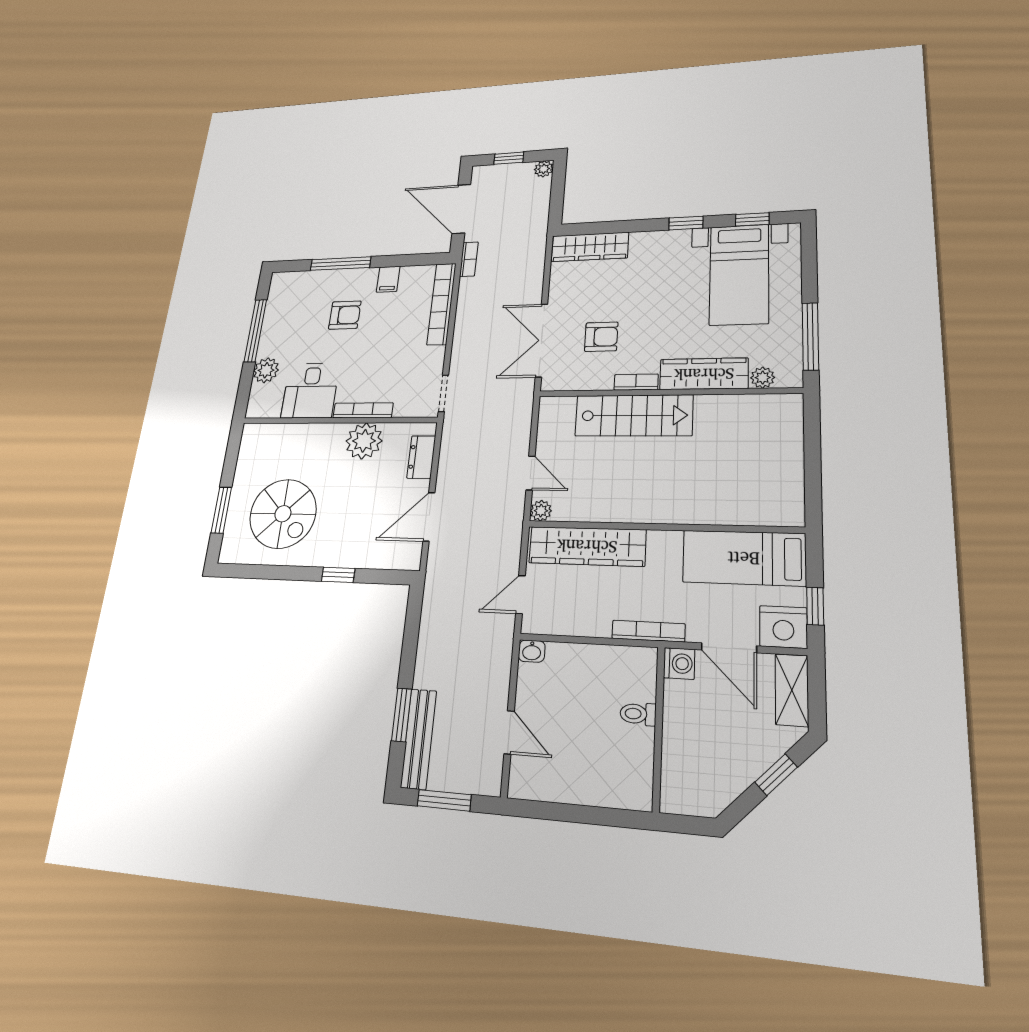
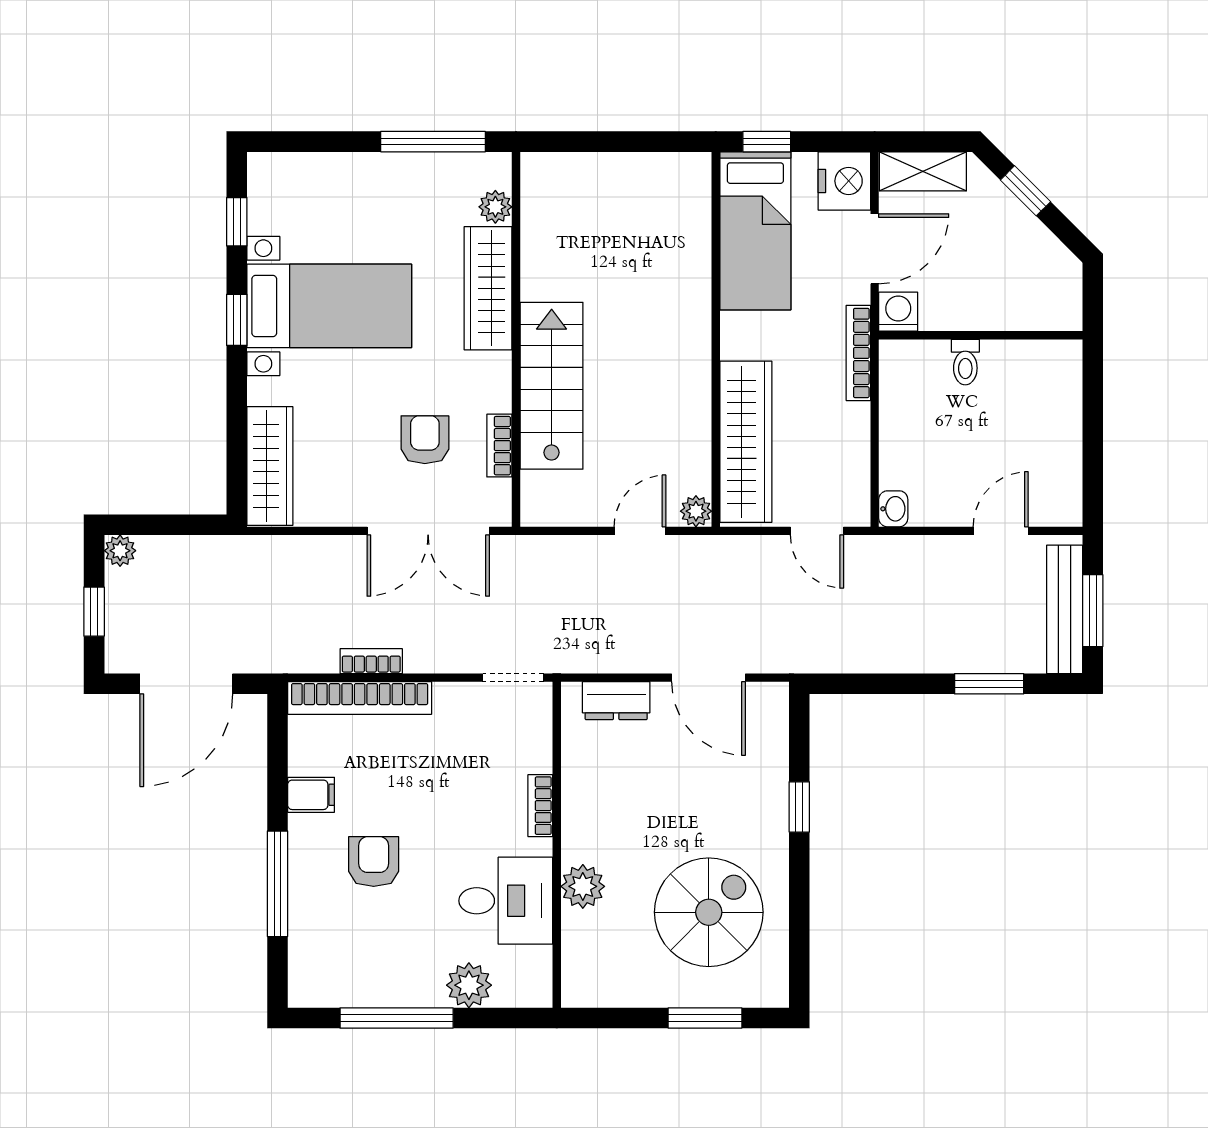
bookcase: (469, 259) -> (371, 661), moved
bed with nightstands: (739, 274) -> (329, 306), moved
bookcase: (636, 382) -> (499, 446), moved
bookcase: (363, 410) -> (540, 806), width x0.64
plant: (364, 441) -> (583, 886), moved, width x0.73, depth x0.73
window: (815, 606) -> (767, 142), moved
bench: (419, 739) -> (1065, 609), moved, turned 90

